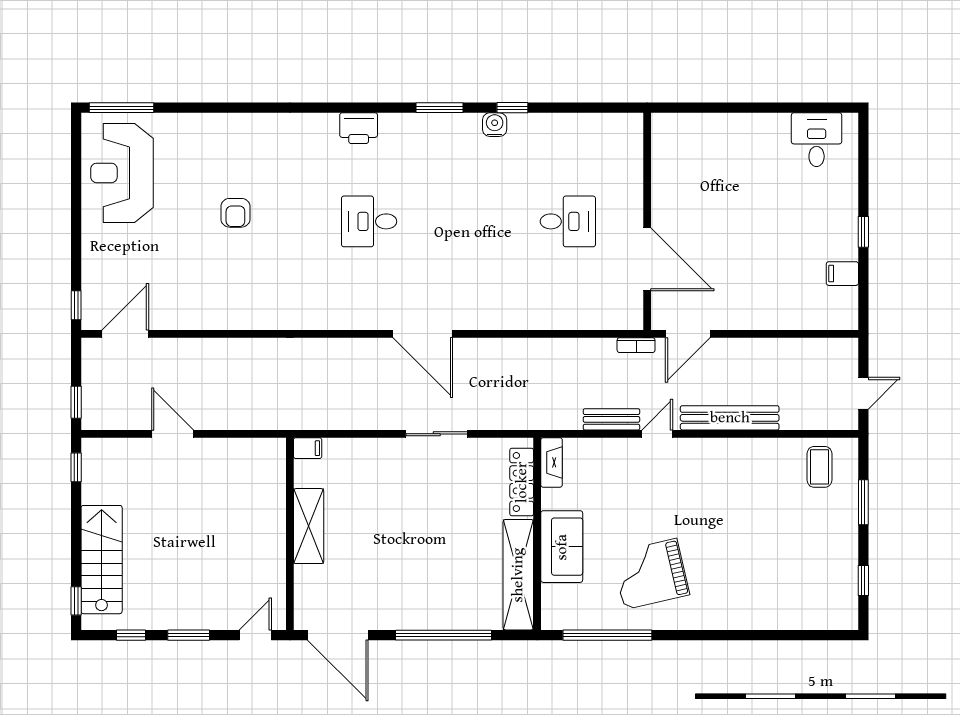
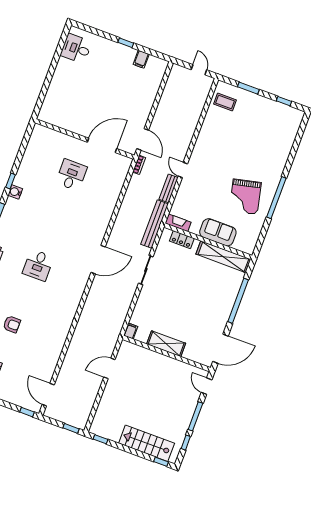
bench: (730, 418) -> (155, 224), moved
door: (173, 434) -> (109, 368), moved
locker: (522, 482) -> (182, 240), width x0.66
window: (189, 635) -> (195, 416), width x1.44
window: (607, 635) -> (276, 198), moved

